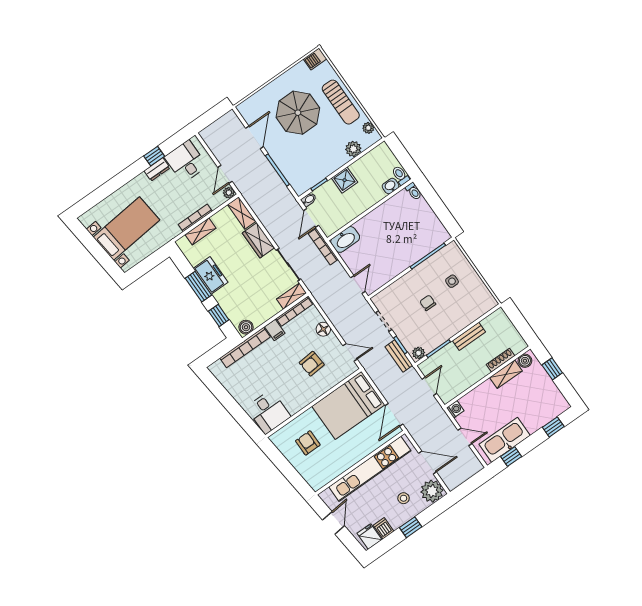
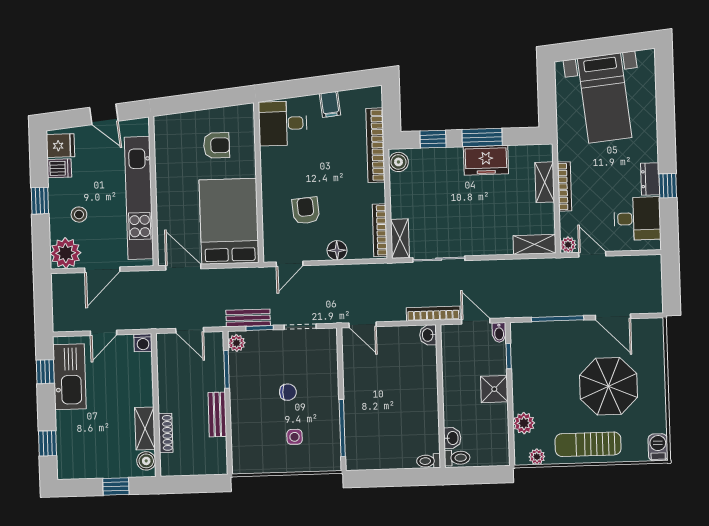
washbasin: (345, 239) -> (428, 335), width x0.52, depth x0.69
wardrobe: (258, 240) -> (490, 243), removed
filing cabinet: (275, 330) -> (330, 104), moved, turned -96

